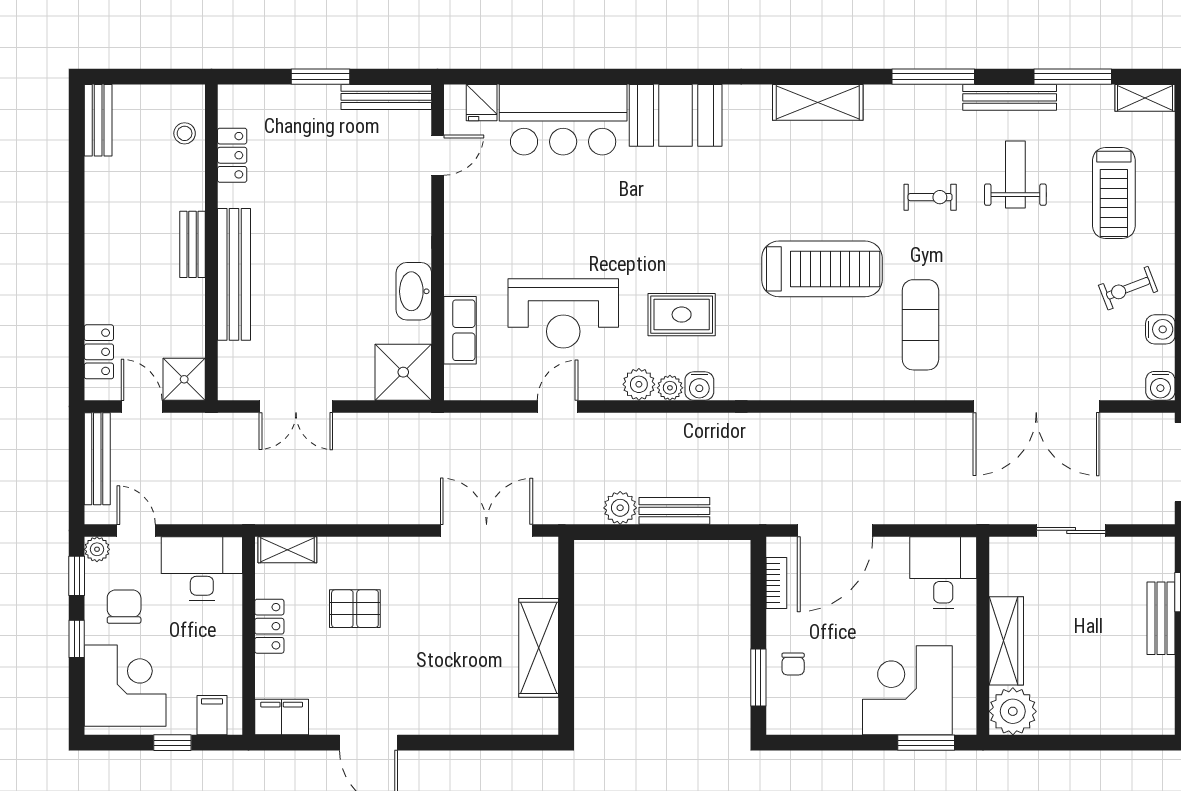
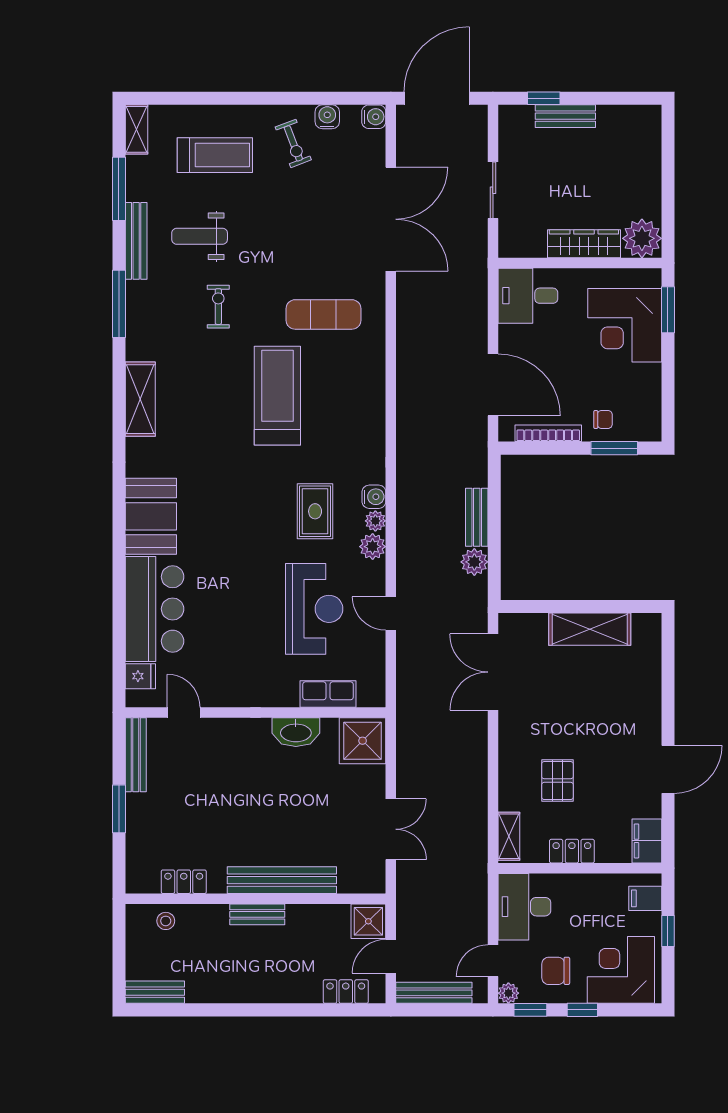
bookcase: (776, 583) -> (548, 433), width x1.56

